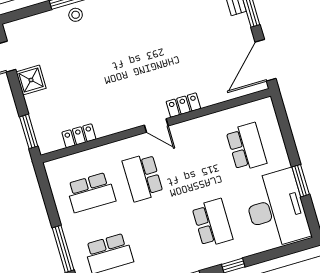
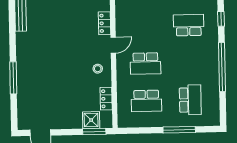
stool: (76, 15) -> (98, 69), moved
shower: (31, 80) -> (91, 120), moved
school desk: (91, 192) -> (146, 101), turned 90

